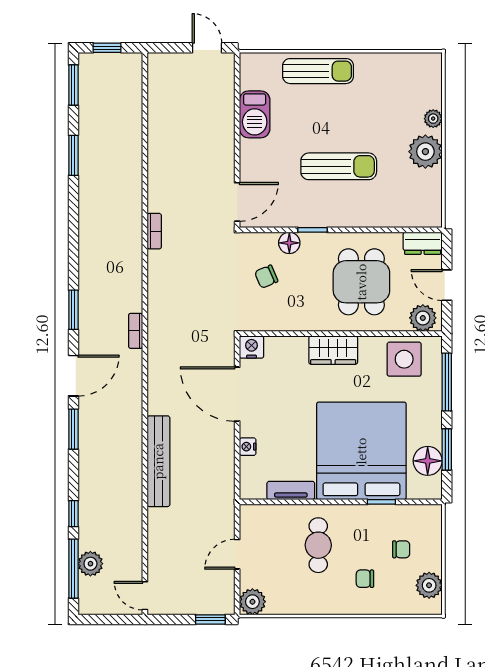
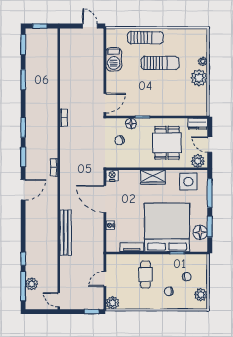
sun lounger: (339, 166) -> (160, 63), moved
window: (73, 429) -> (23, 128), moved

